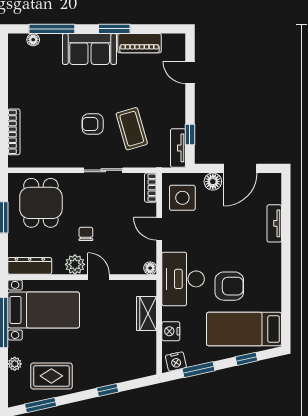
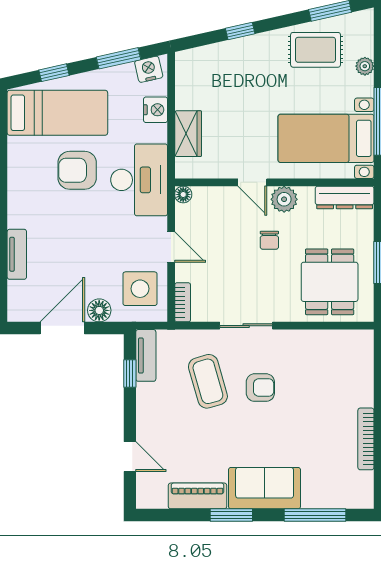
floor lamp: (33, 40) -> (340, 501), removed
bookcase: (14, 132) -> (366, 439), moved

